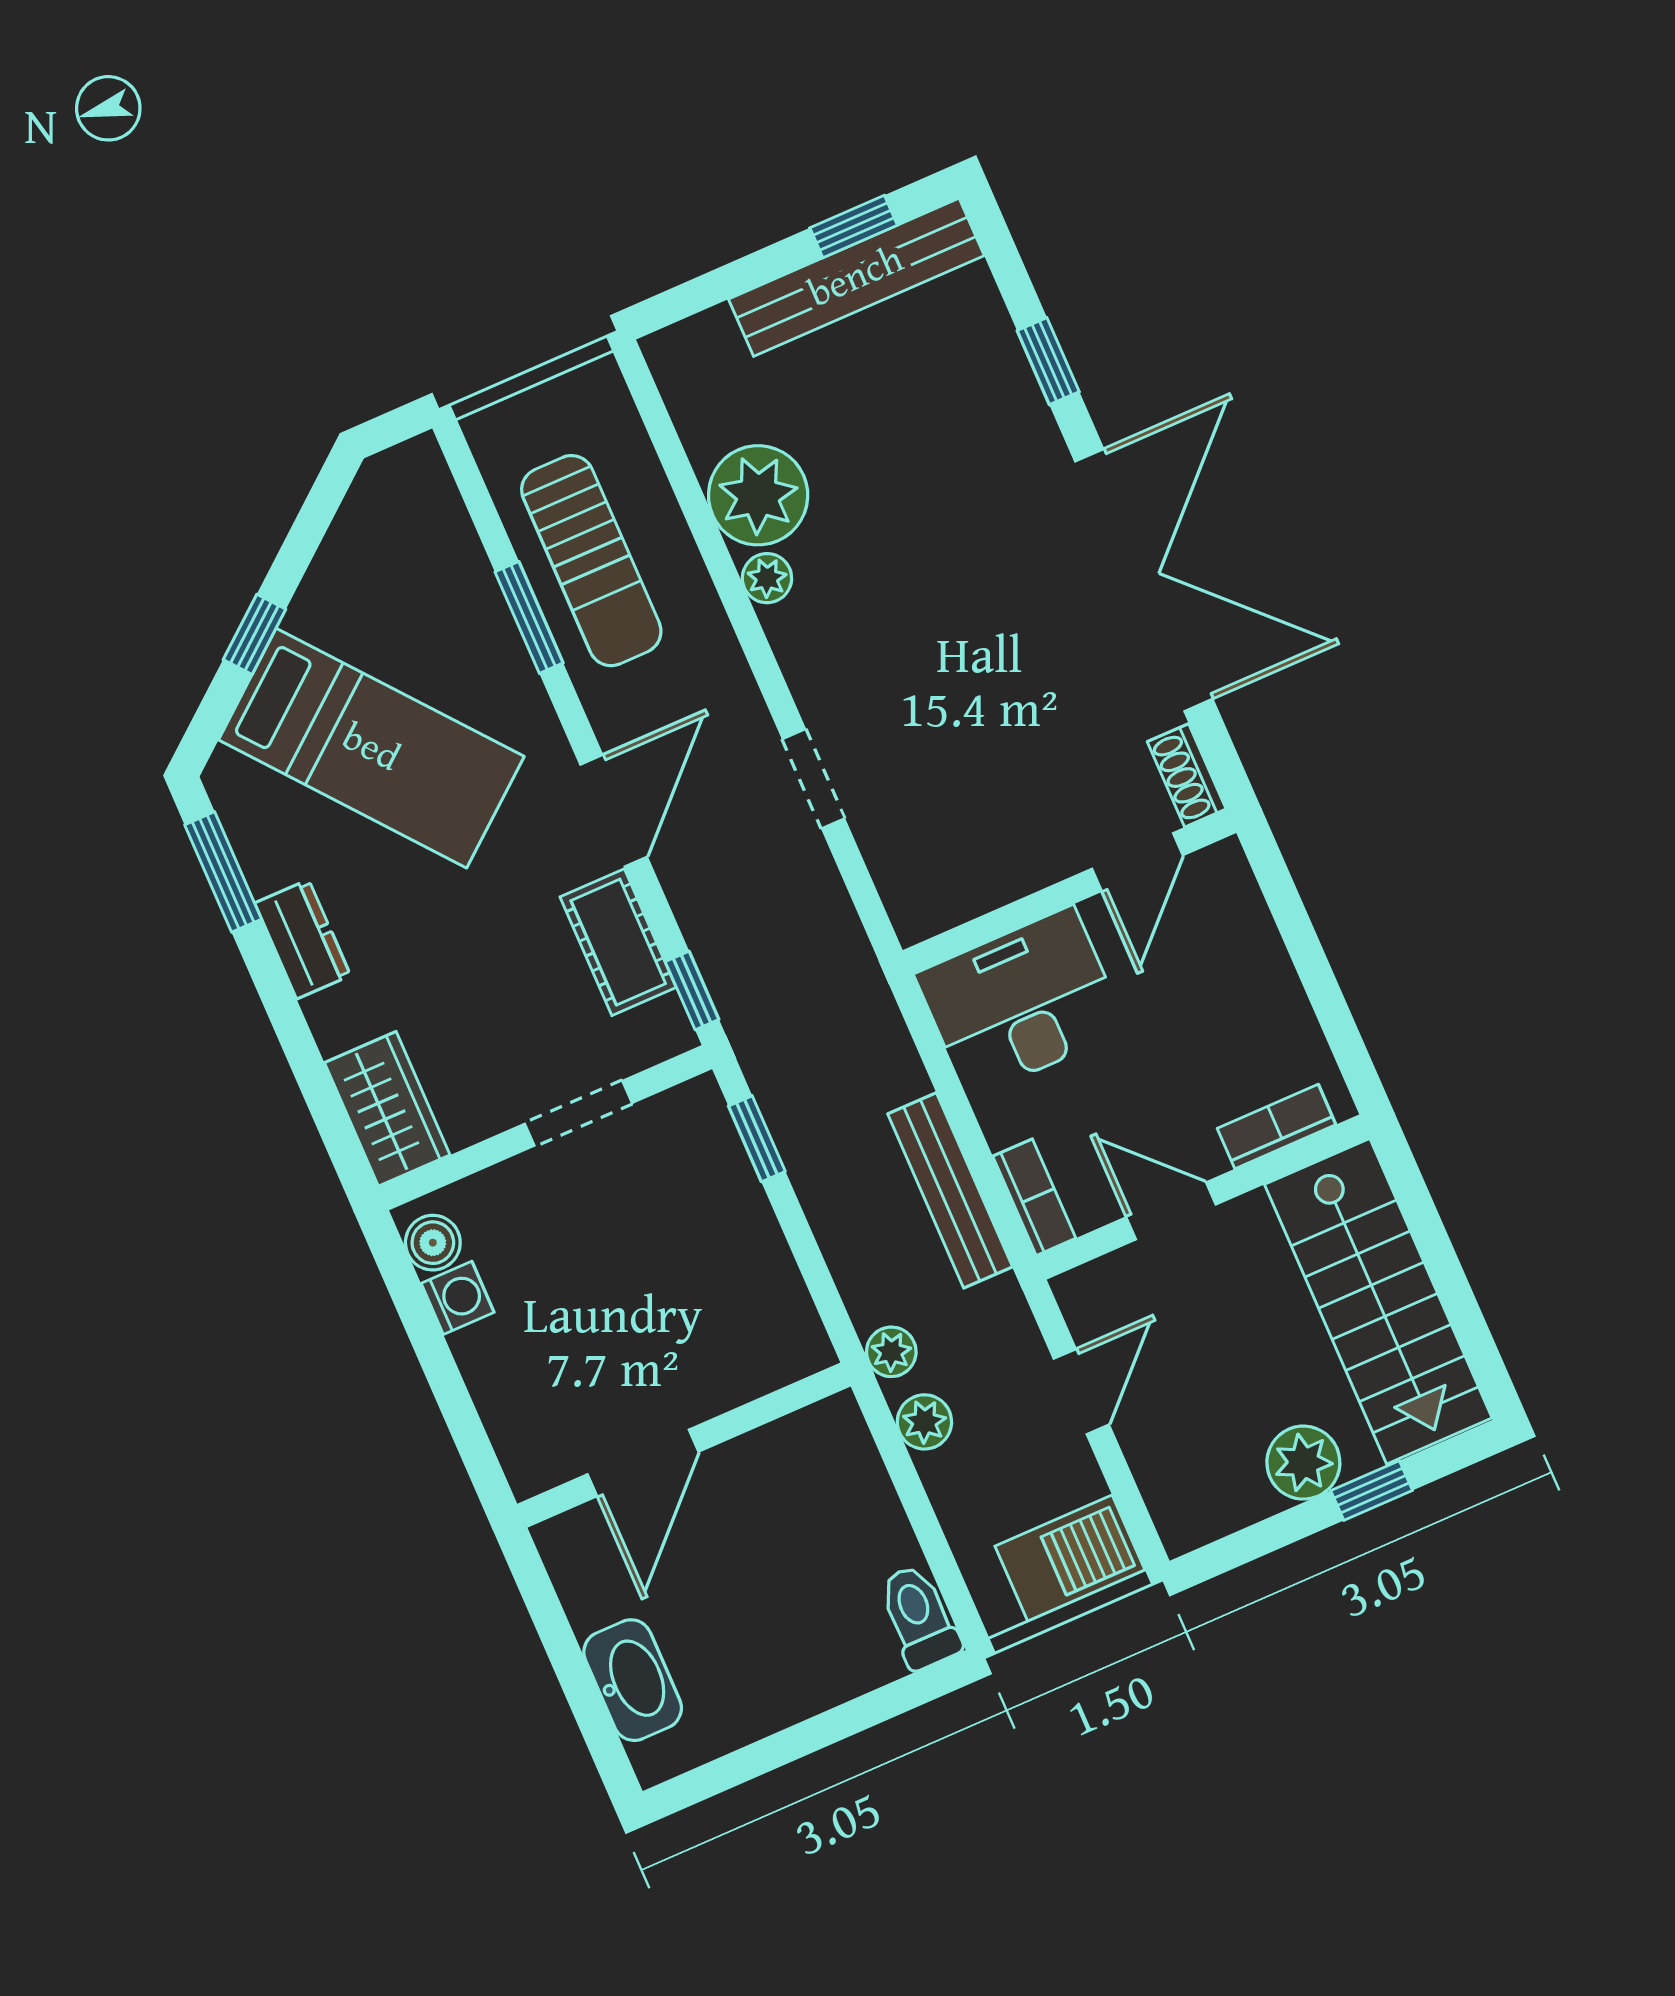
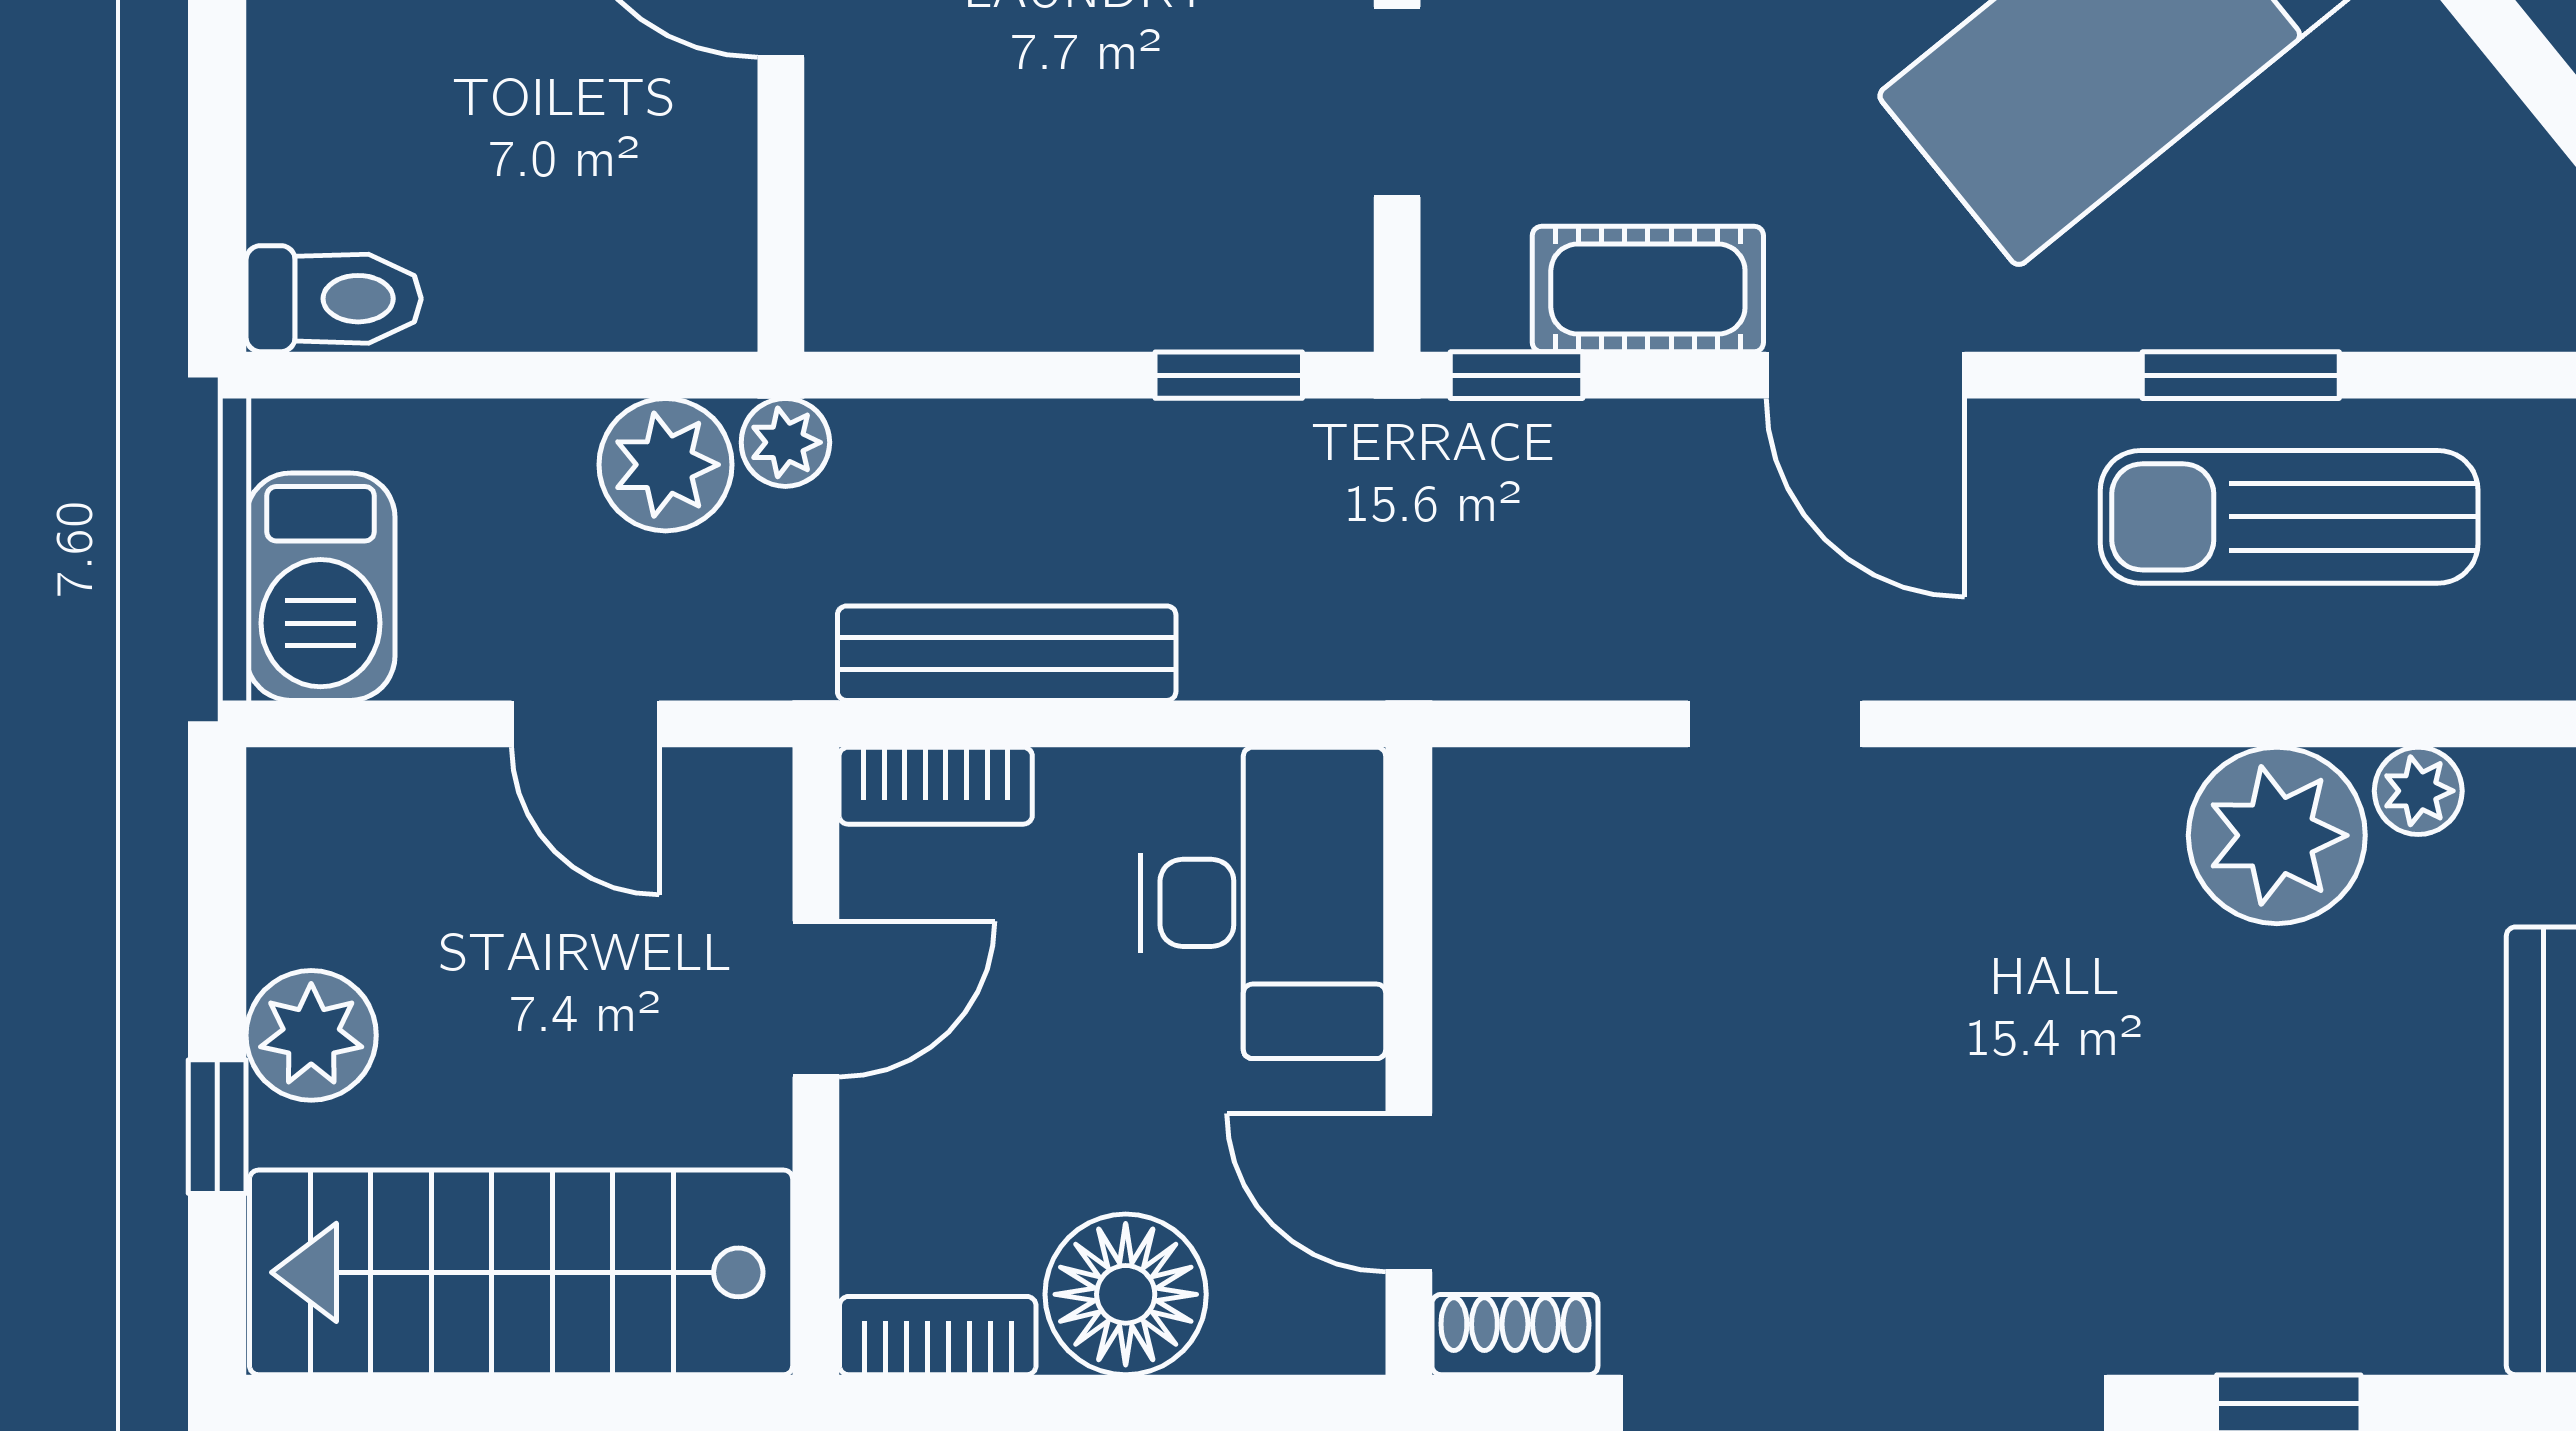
plant: (767, 578) -> (2418, 791), moved
floor lamp: (1253, 985) -> (1126, 1294), added
bookcase: (1277, 1126) -> (938, 1336), moved, turned -90
plant: (924, 1422) -> (666, 465), width x1.38, depth x1.38

